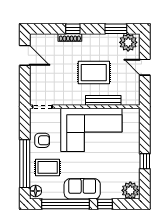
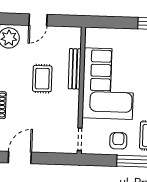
rug: (94, 73) -> (42, 79), width x0.73, depth x0.70

